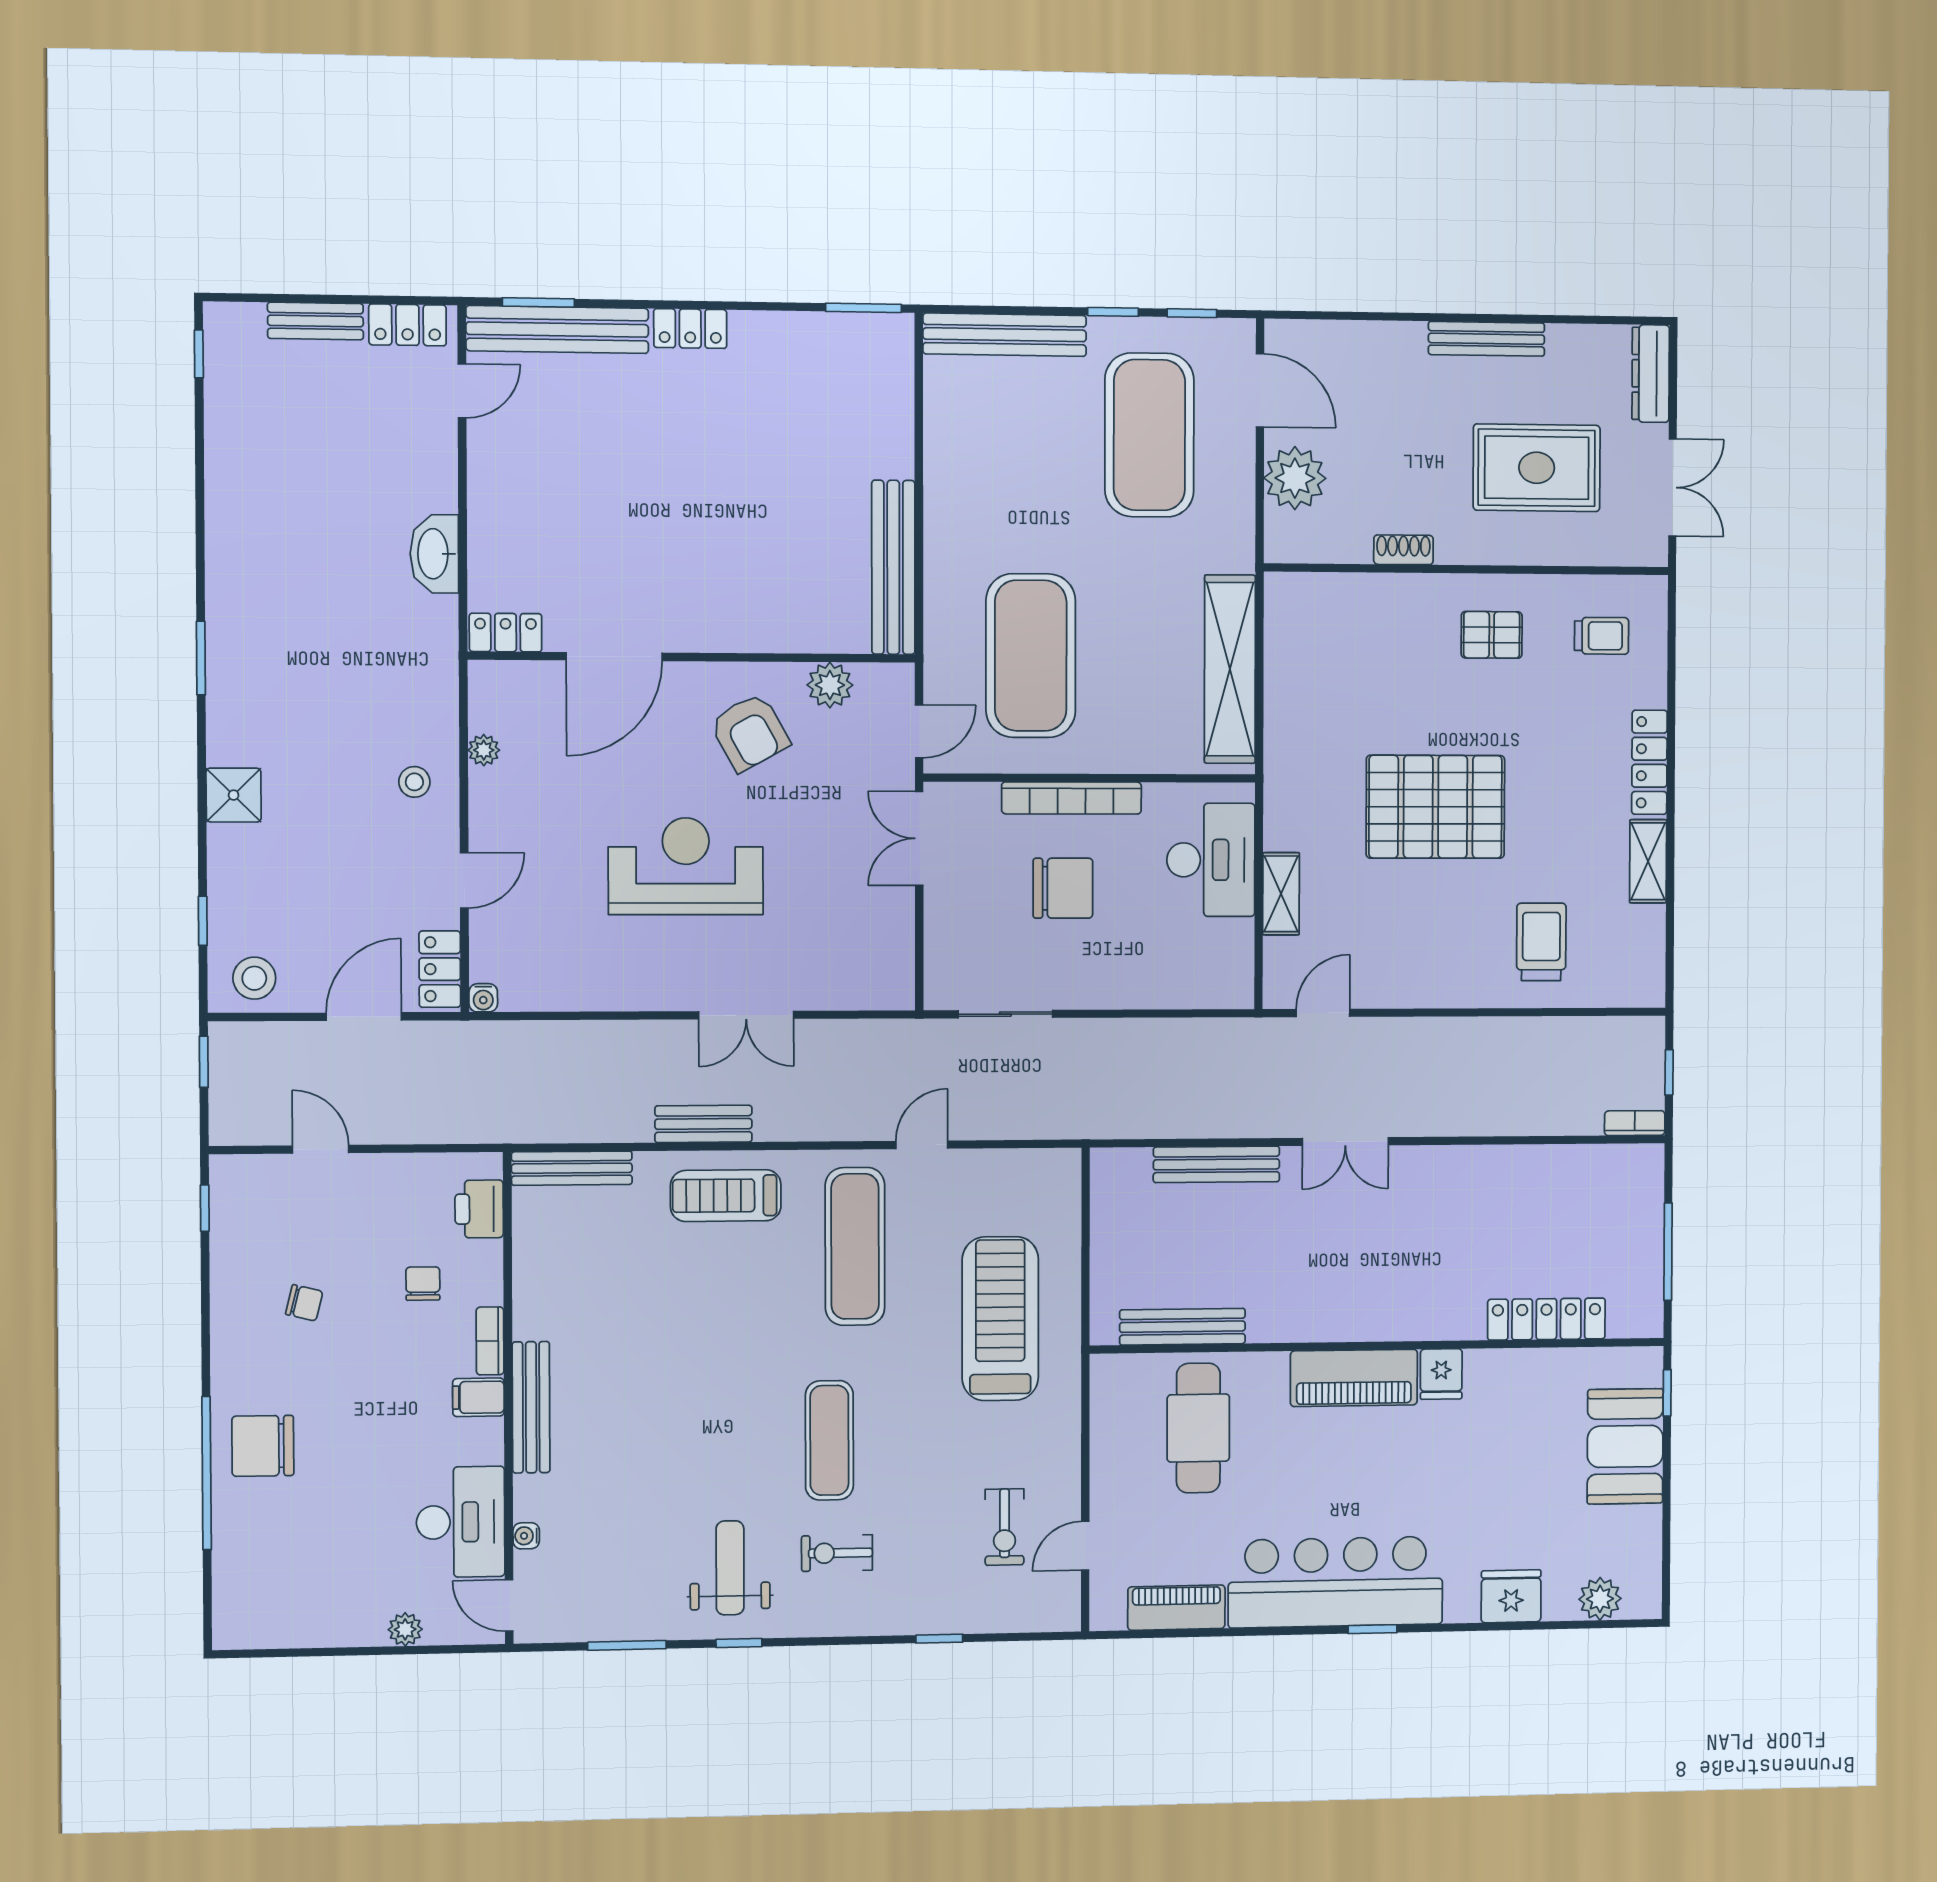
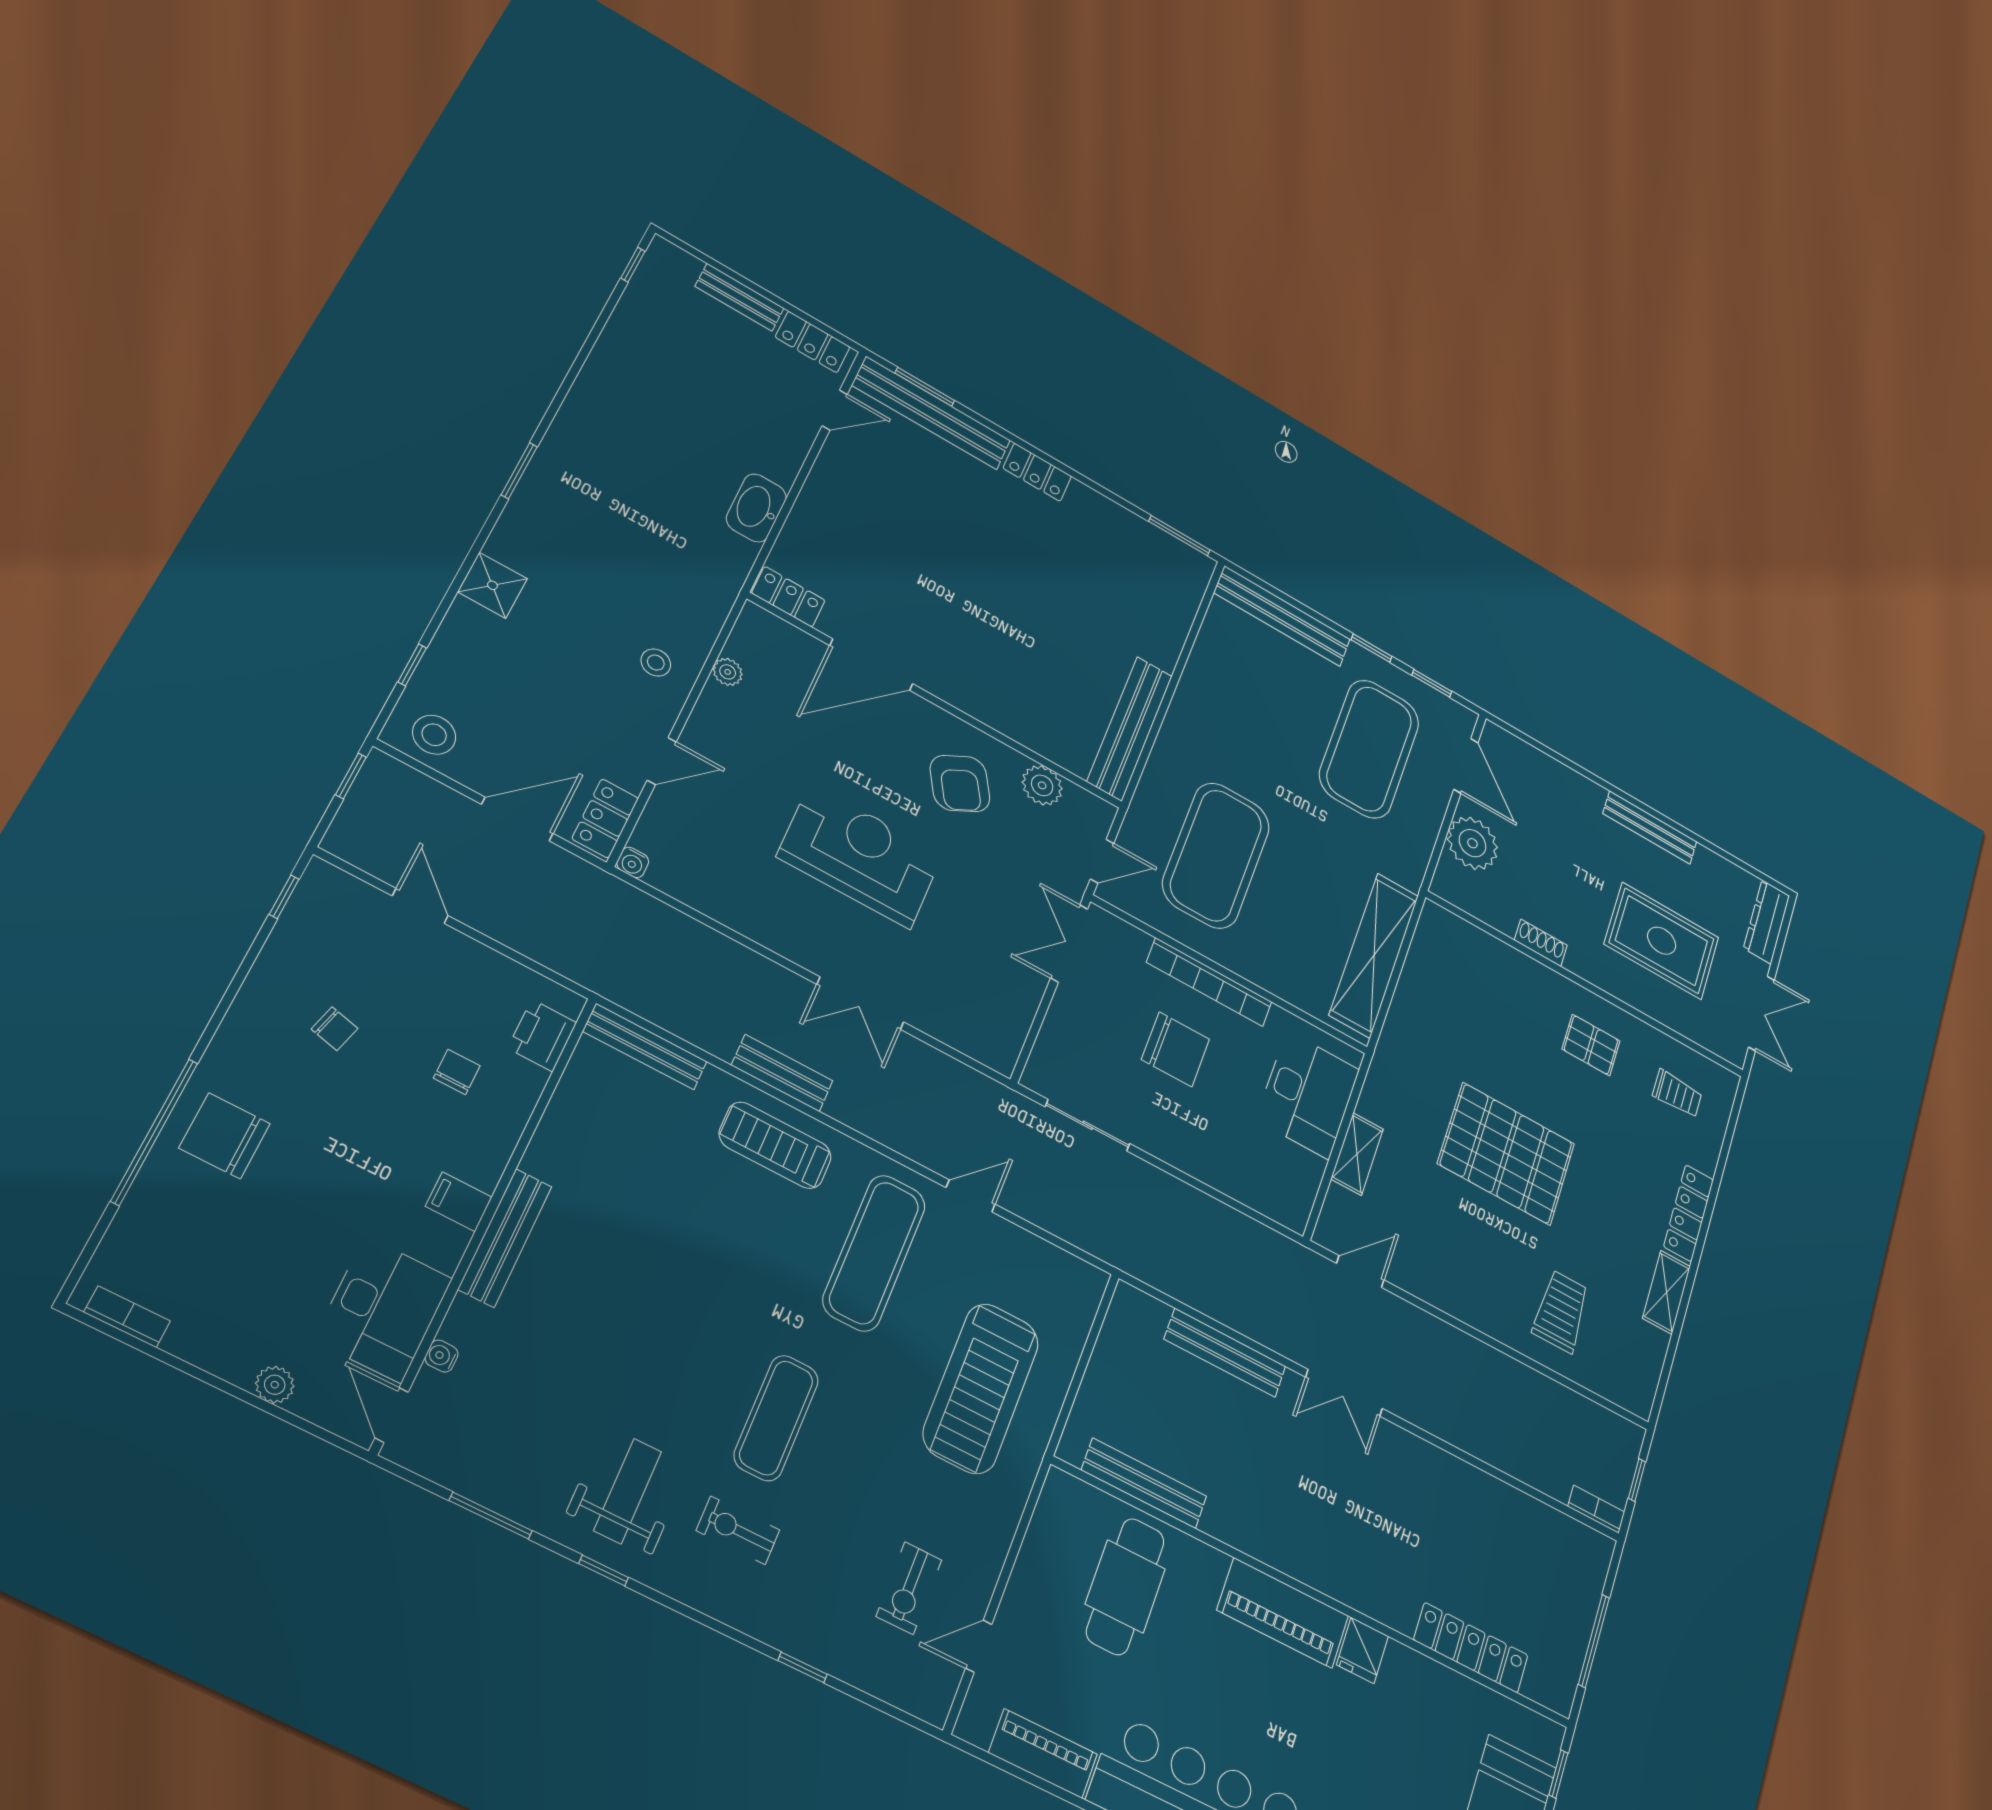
treadmill: (1000, 1319) -> (981, 1388), turned 180
bookcase: (490, 1341) -> (127, 1317), moved, turned 90

